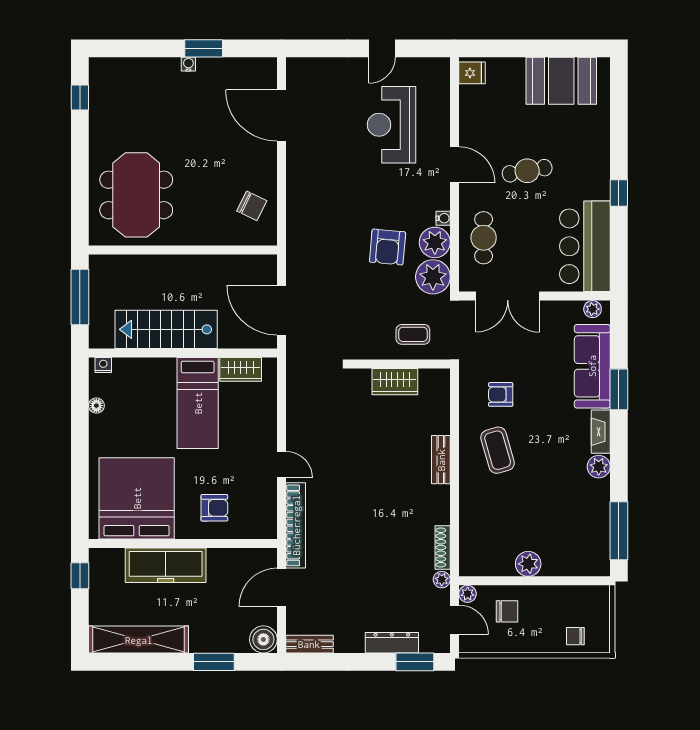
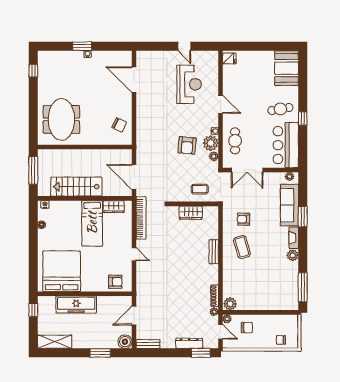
window: (204, 48) -> (82, 46), moved
door: (382, 48) -> (184, 46), hinge flipped
booth: (561, 81) -> (287, 68), moved, turned 90
reception desk: (392, 125) -> (189, 84), turned 180
cafe table: (527, 171) -> (280, 109), moved
plant: (433, 277) -> (214, 156), width x0.53, depth x0.53
armchair: (214, 508) -> (115, 282), moved
bookcase: (296, 525) -> (141, 218), moved
plant: (528, 564) -> (230, 304), moved
shelving: (139, 640) -> (55, 342), width x0.68

